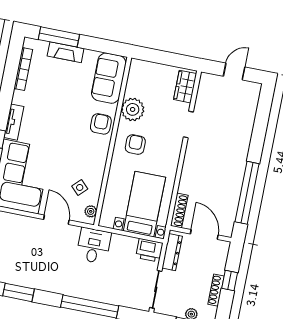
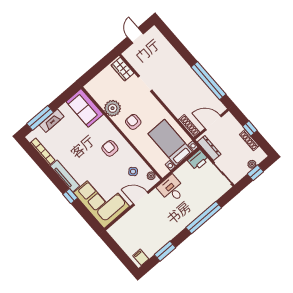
tv unit: (14, 122) -> (65, 176), width x1.41
armchair: (101, 124) -> (110, 148), moved

